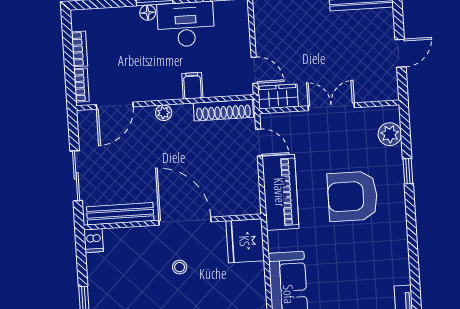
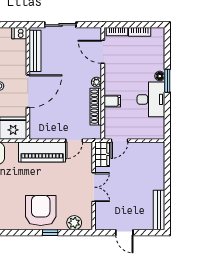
shoe rack: (223, 110) -> (96, 107), moved
armchair: (353, 196) -> (41, 210), moved

